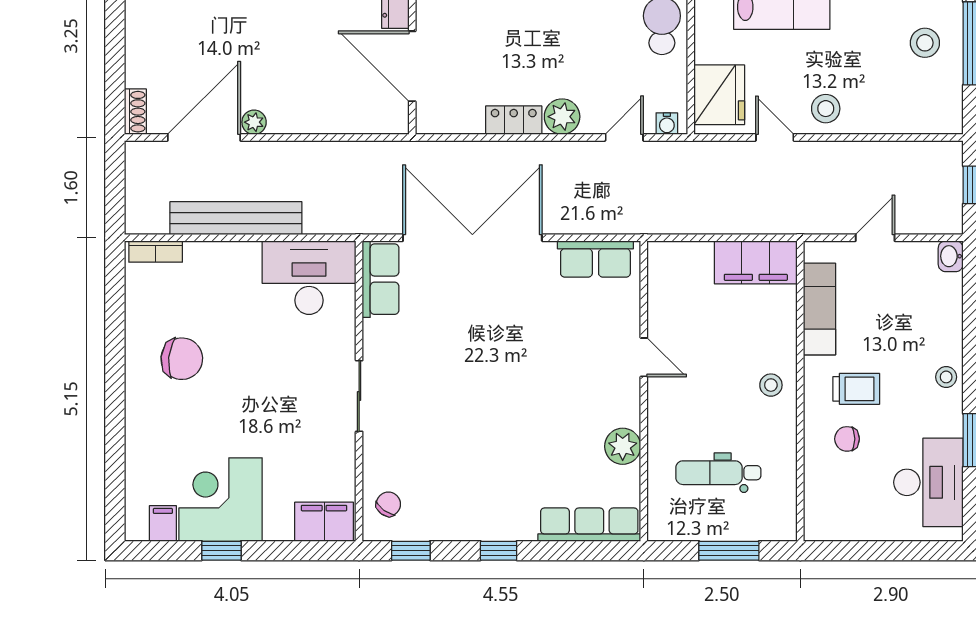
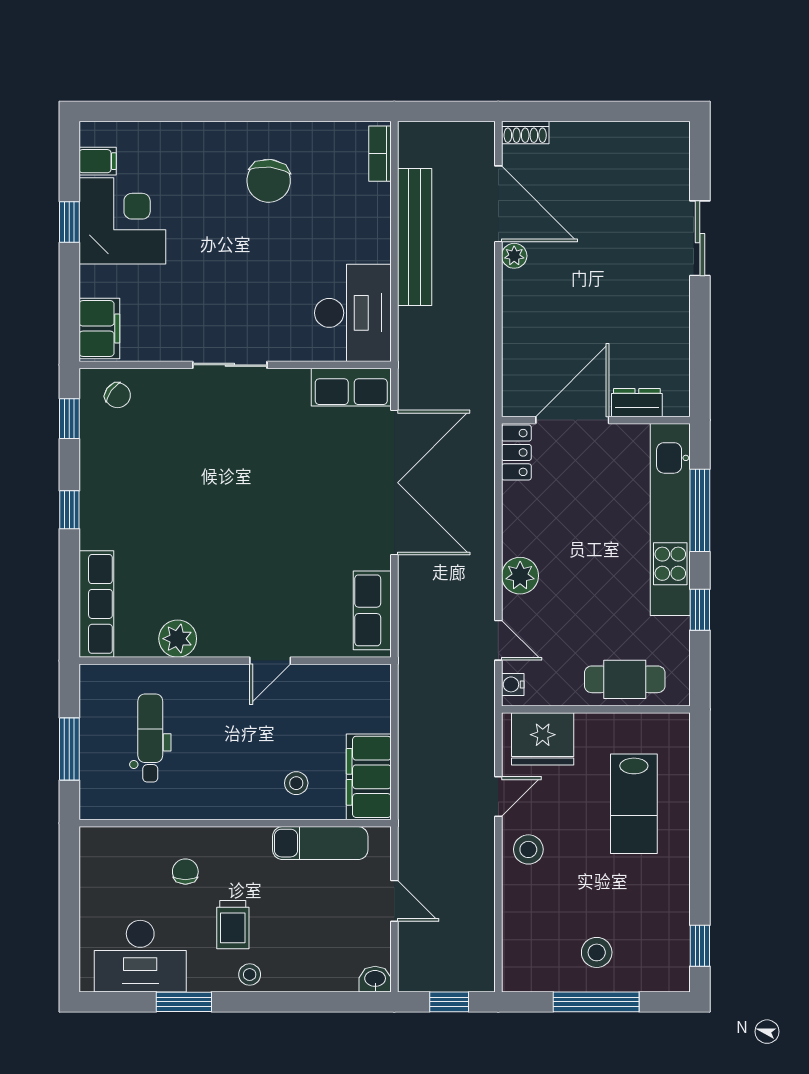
locker: (514, 120) -> (516, 452), moved
stool: (771, 385) -> (296, 783), moved
trolley: (856, 389) -> (233, 925), moved

